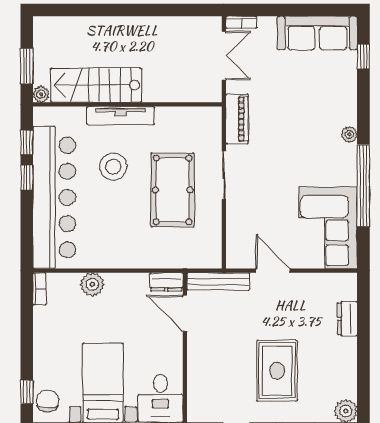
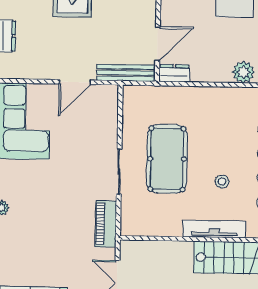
stool: (113, 167) -> (222, 182), width x0.53, depth x0.53
door: (273, 271) -> (75, 82), hinge flipped
door: (185, 313) -> (158, 44), hinge flipped

